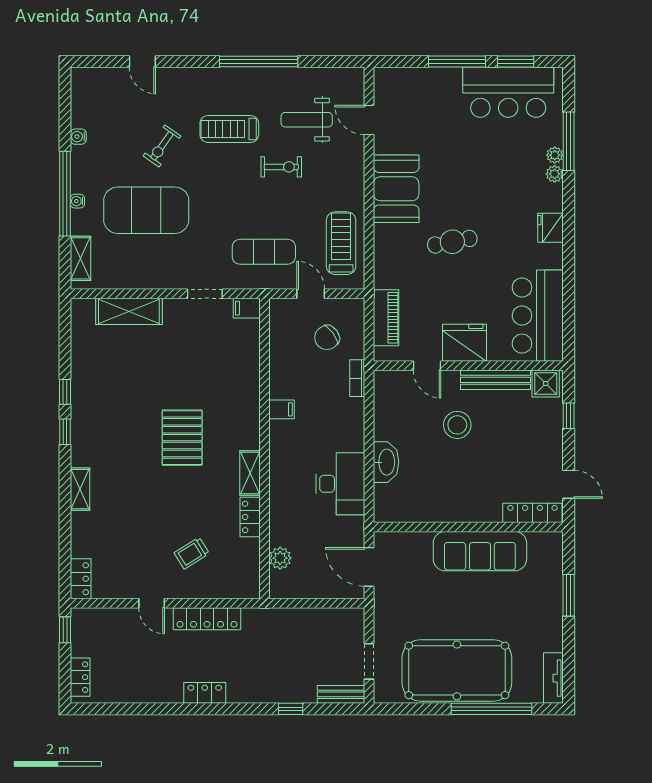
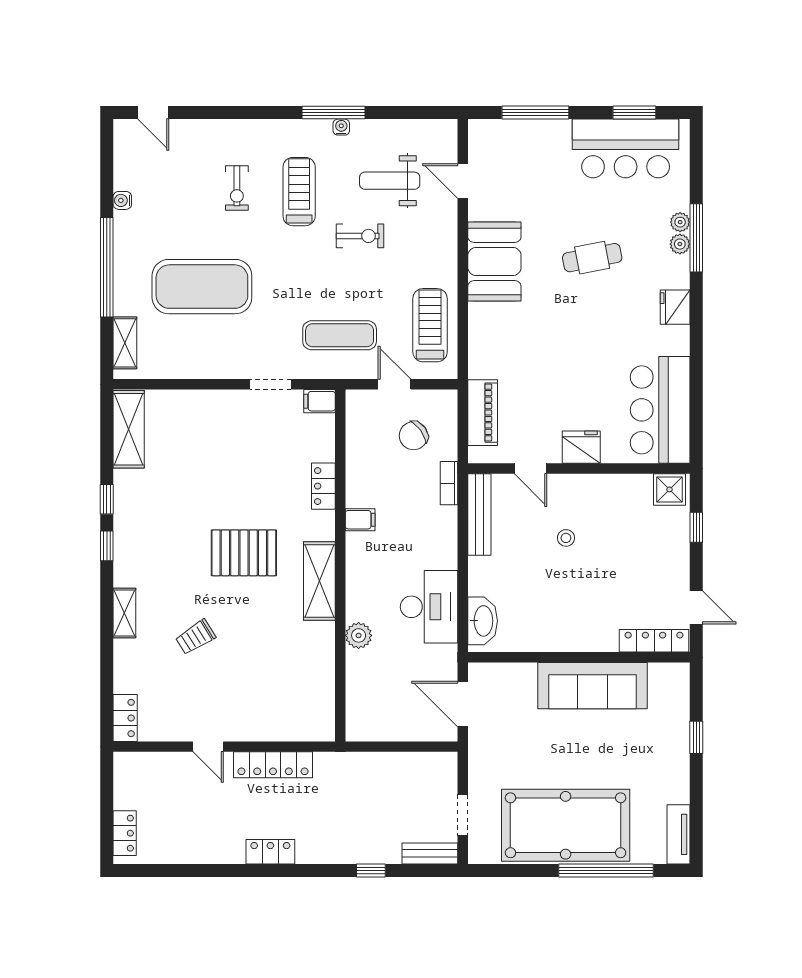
door: (142, 62) -> (153, 113), moved
window: (259, 62) -> (334, 113), width x0.68
window: (457, 62) -> (535, 113), moved
treadmill: (229, 129) -> (299, 192), turned 90
window: (569, 141) -> (696, 238), moved
exercise bike: (162, 146) -> (237, 188), moved, turned -35
water cooler: (77, 201) -> (341, 127), moved, turned 90
cafe table: (452, 242) -> (592, 258), moved
shelving: (129, 311) -> (129, 429), moved, turned 90
fridge: (464, 343) -> (581, 447), width x0.73, depth x0.75
bench: (495, 380) -> (479, 515), moved, turned 90
stool: (457, 425) -> (566, 538), width x0.53, depth x0.53
pallet: (182, 438) -> (244, 553), turned 90
washbasin: (386, 462) -> (483, 621), moved
shelving: (250, 473) -> (319, 581), width x1.50, depth x1.33
locker: (250, 517) -> (323, 486), moved
trolley: (192, 553) -> (196, 637), moved
plant: (280, 558) -> (359, 635), moved
window: (569, 595) -> (696, 737), width x0.67
window: (65, 630) -> (107, 778), removed

